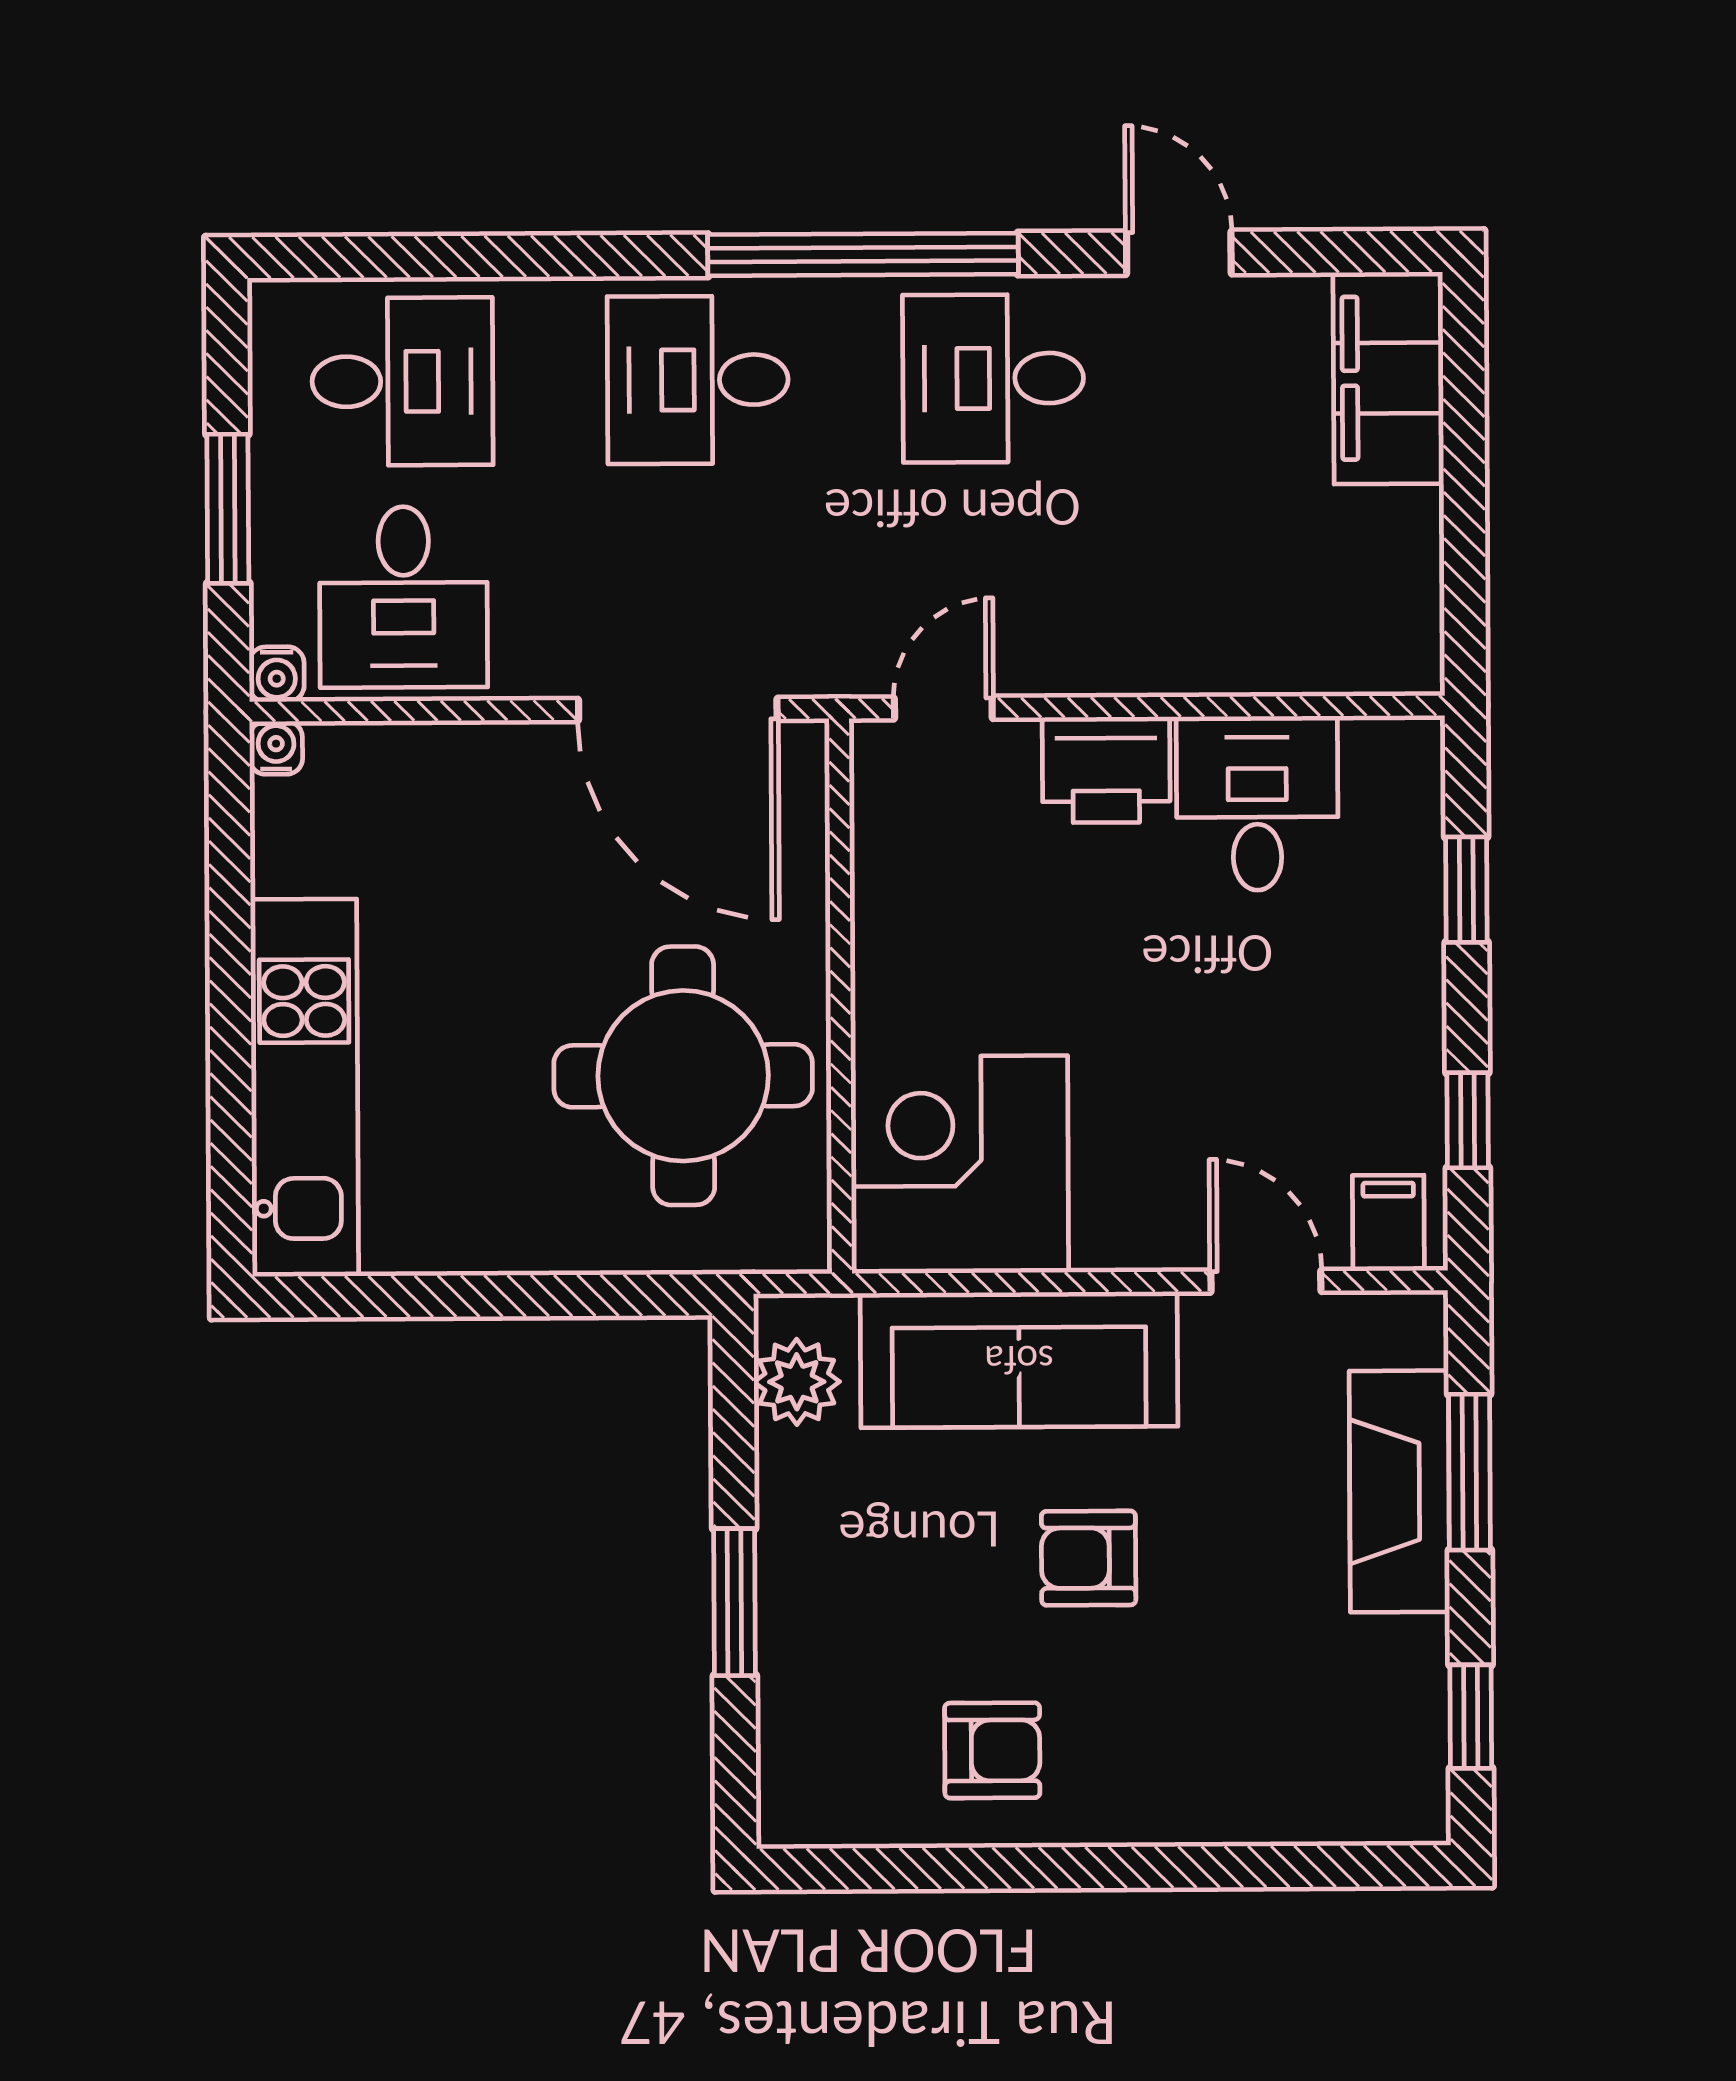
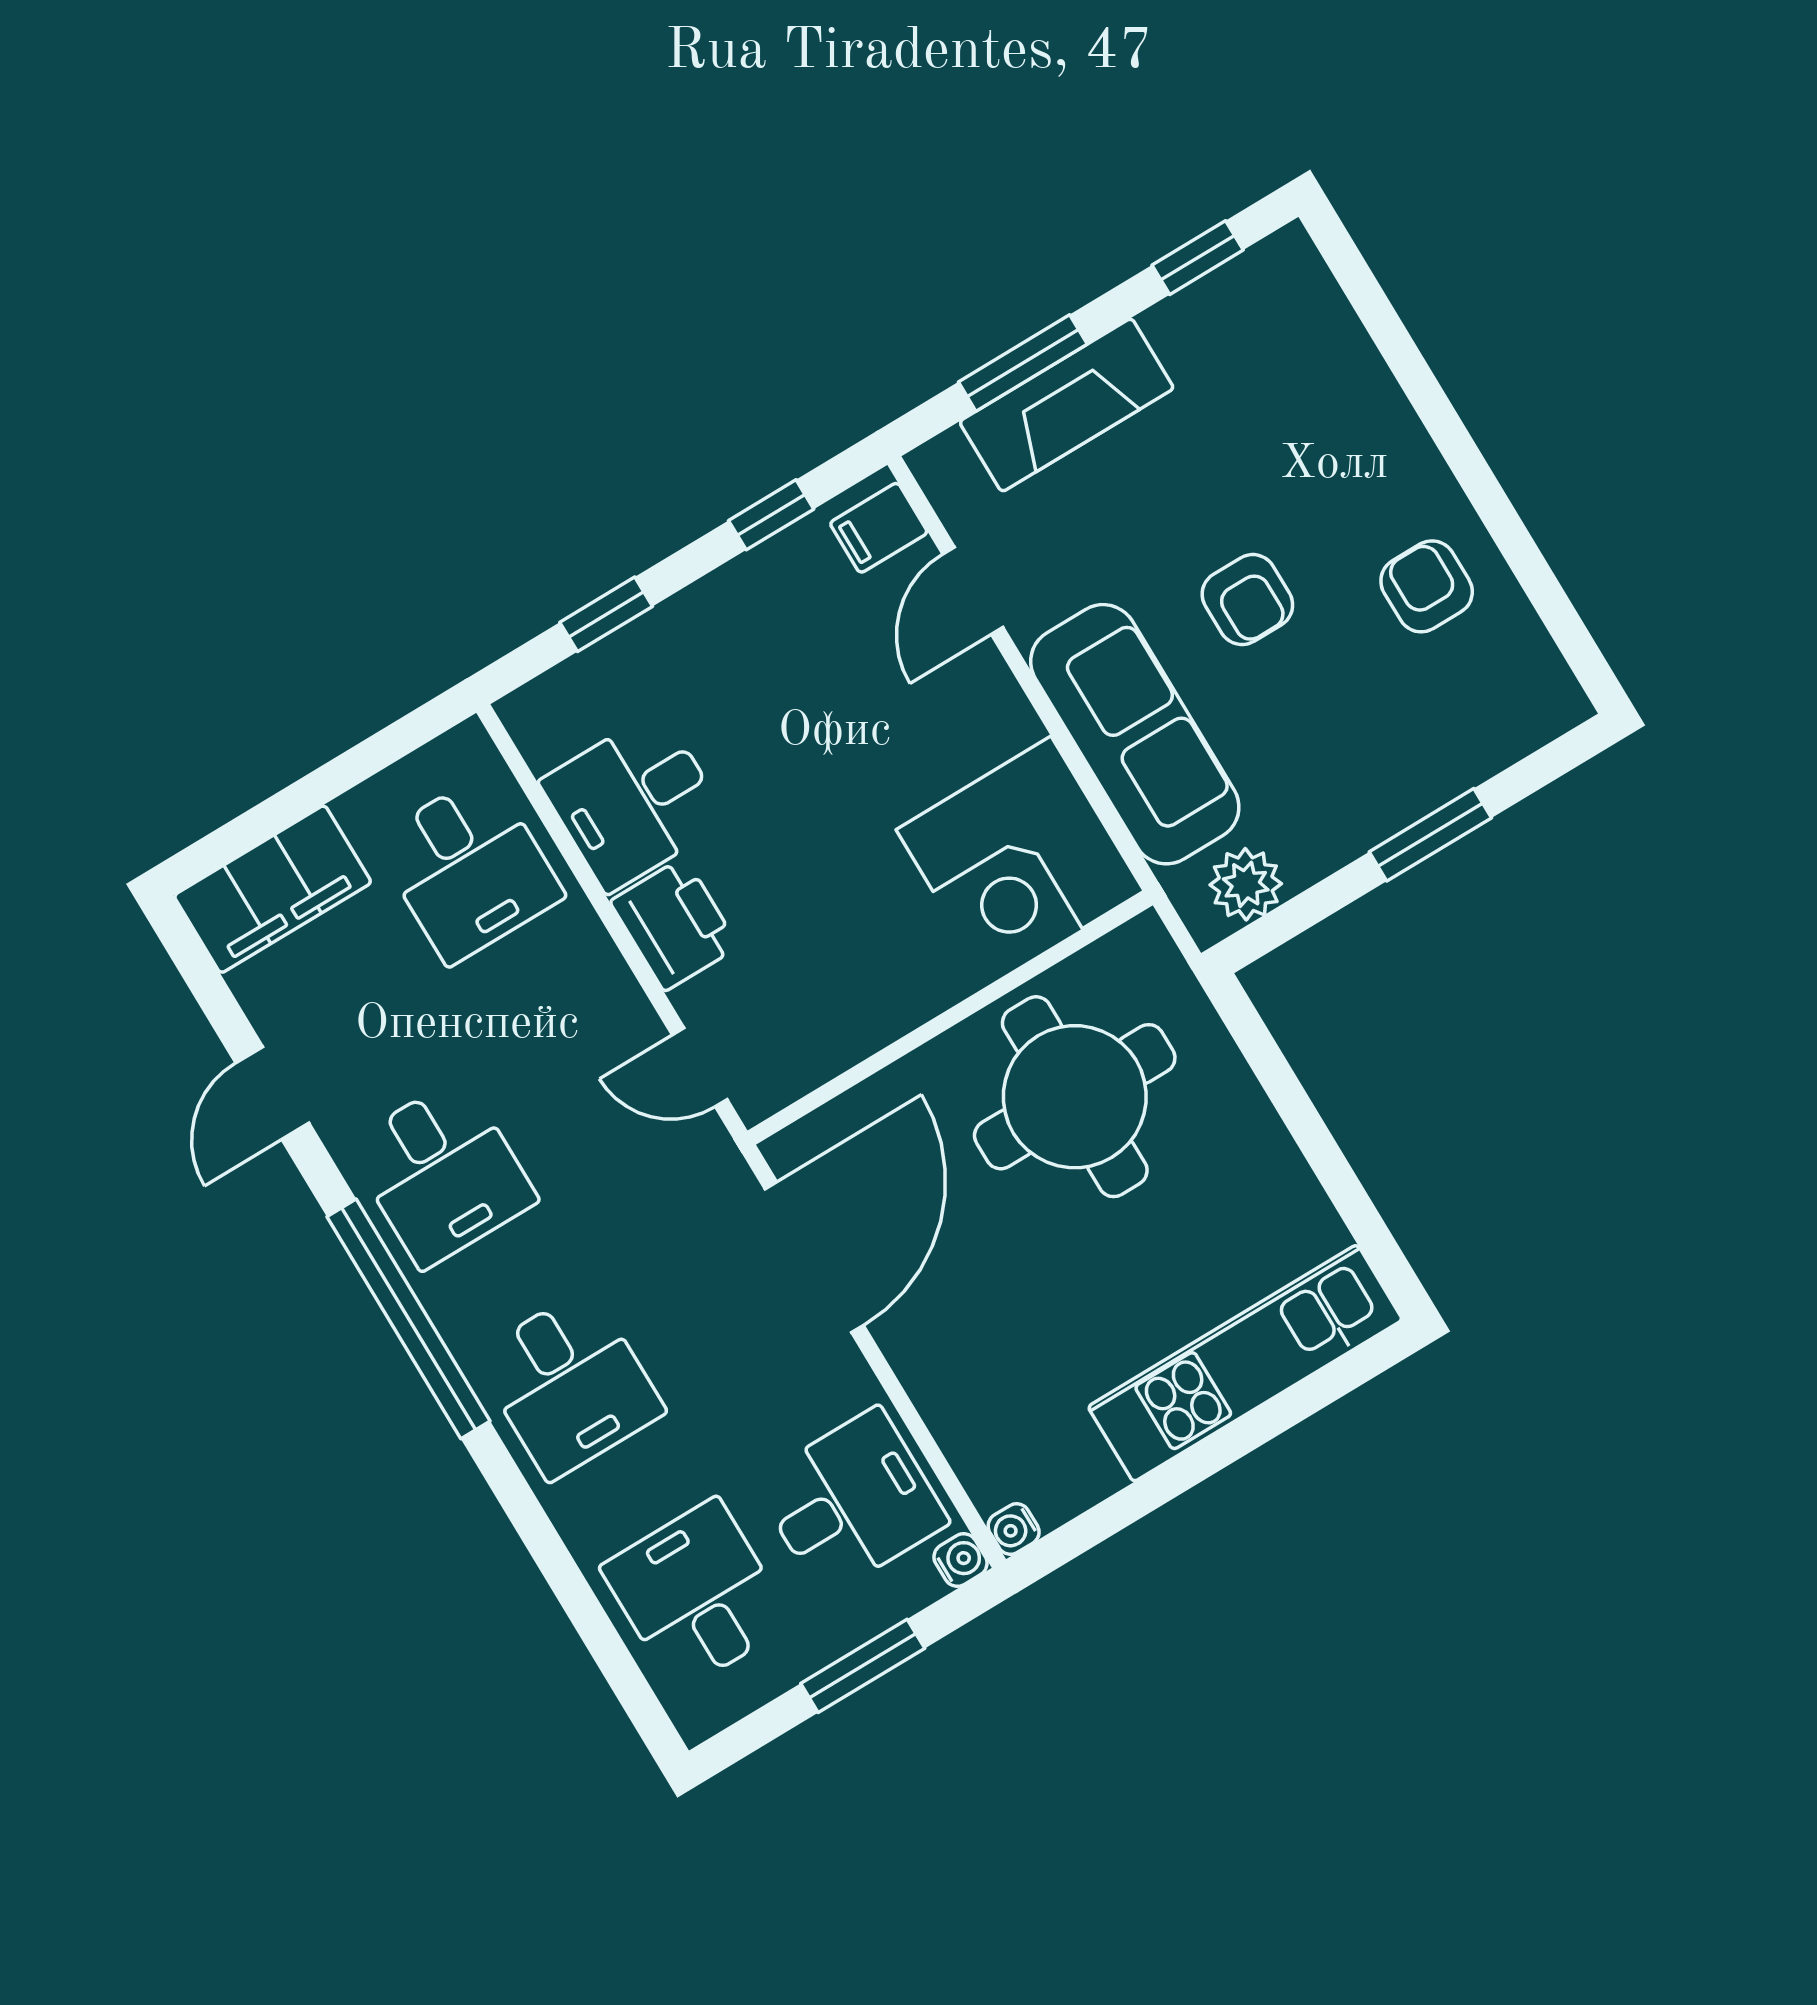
desk: (1290, 592) -> (469, 868), added

